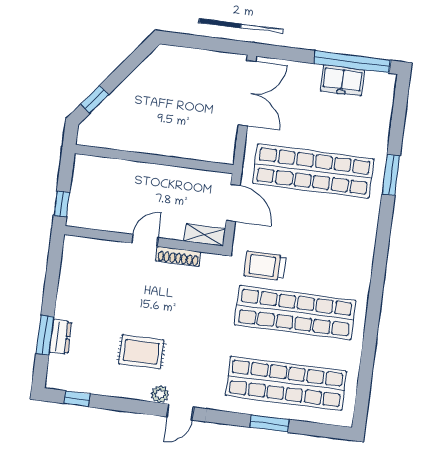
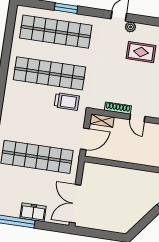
freezer: (342, 80) -> (33, 212), moved
door: (233, 203) -> (85, 139), swing flipped
door: (145, 240) -> (137, 118), hinge flipped

